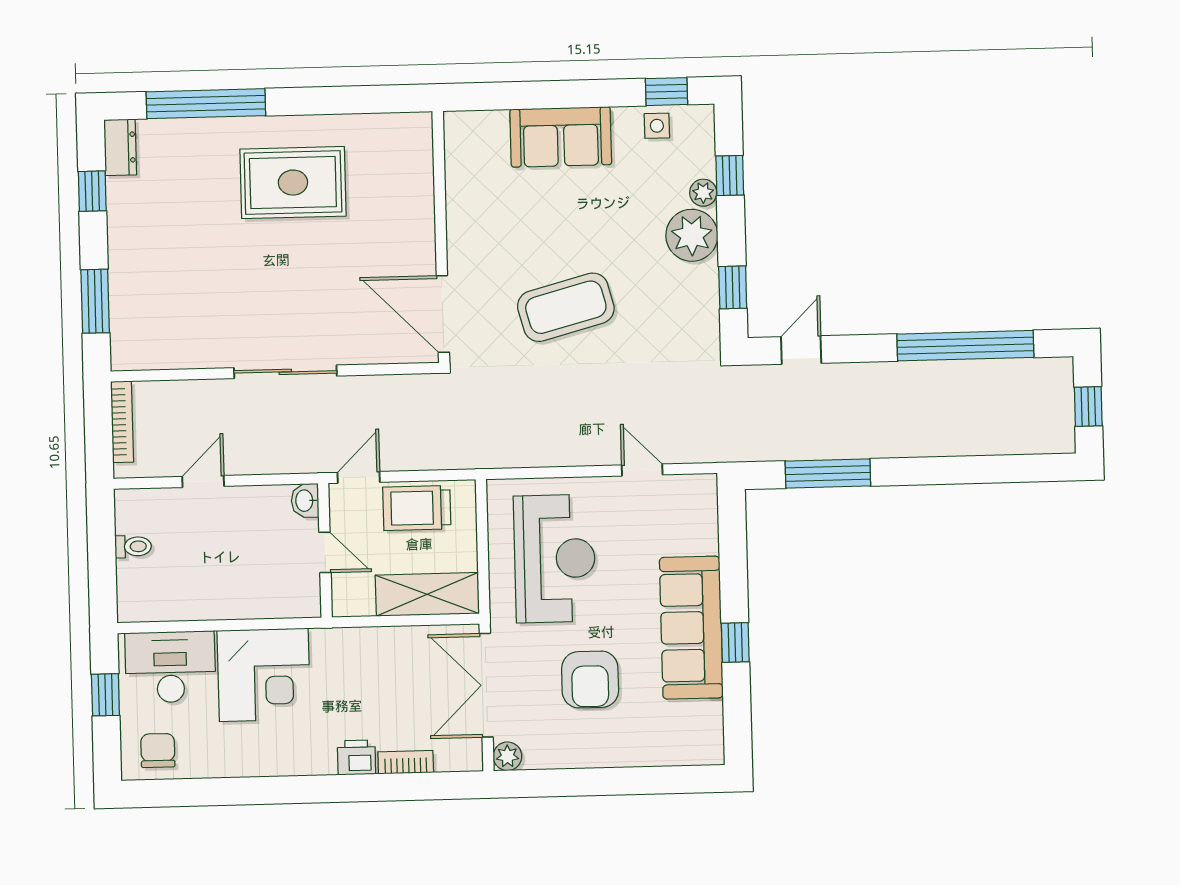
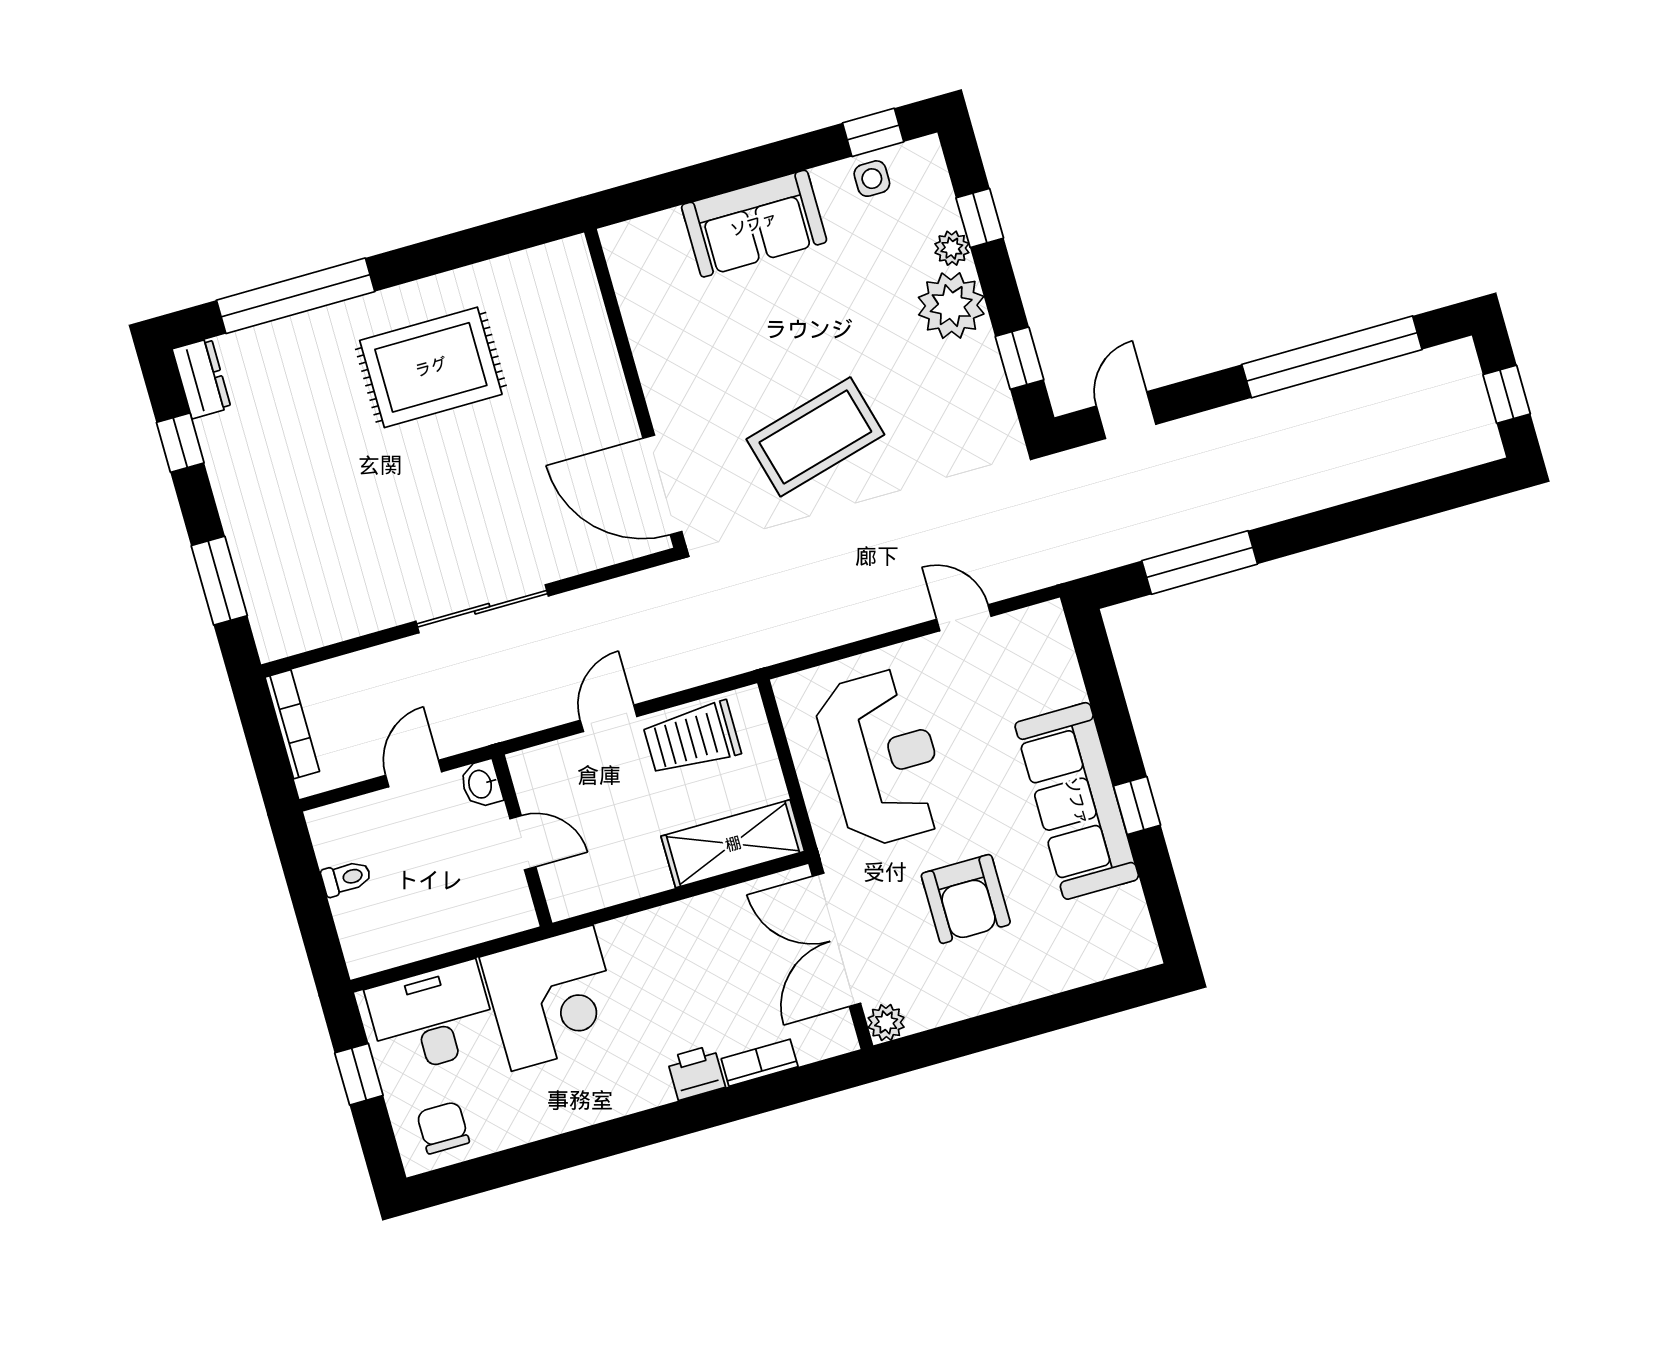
washbasin: (305, 501) -> (481, 784), moved
wall: (325, 550) -> (522, 840), moved
door: (325, 552) -> (523, 843), moved

